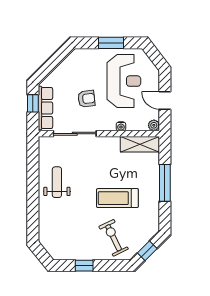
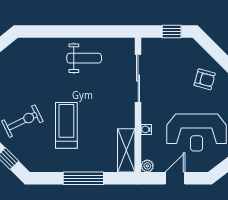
armchair: (86, 99) -> (205, 79), moved, turned -68
row of seats: (45, 108) -> (167, 45), removed

